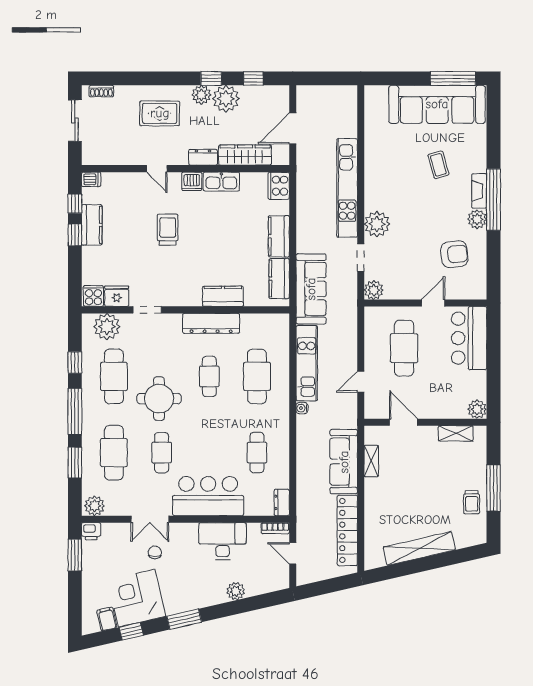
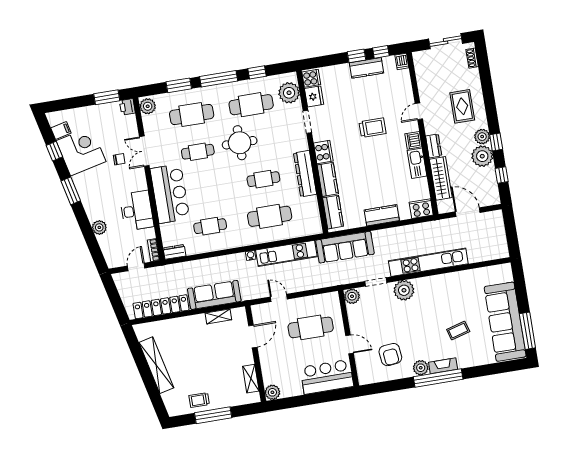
kitchen counter: (279, 279) -> (333, 212), moved, turned 90
cooker: (188, 296) -> (323, 152), added

